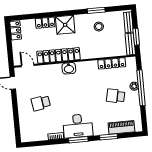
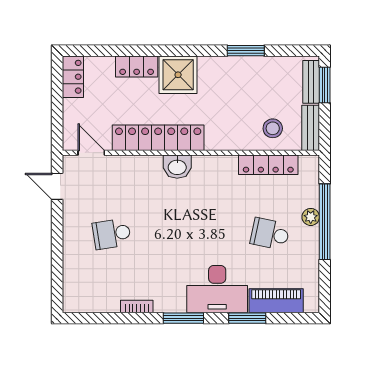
stool: (99, 27) -> (273, 128), moved
window: (136, 37) -> (325, 85), moved
desk: (78, 126) -> (217, 289), moved

